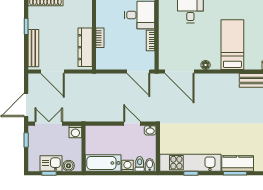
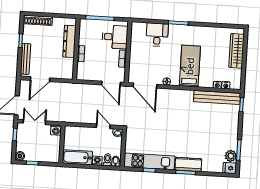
dresser: (85, 47) -> (69, 41), moved
door: (52, 71) -> (40, 79), hinge flipped
kitchen sink: (51, 163) -> (34, 155), removed
boiler: (69, 166) -> (20, 156), moved

